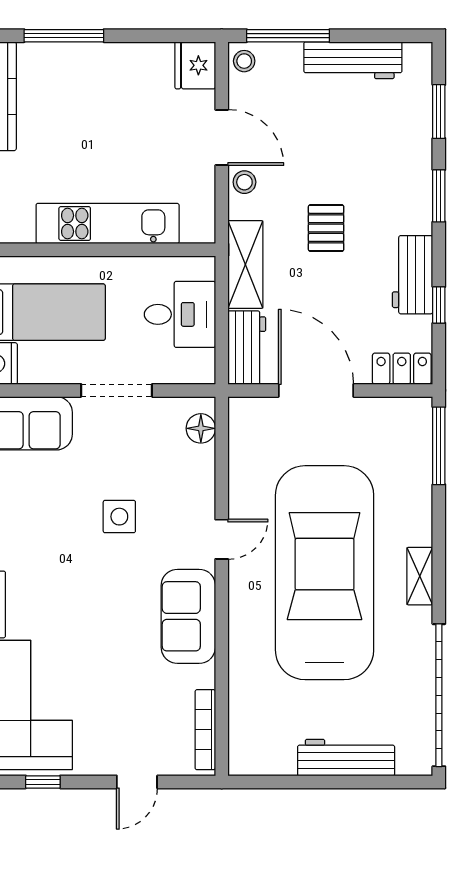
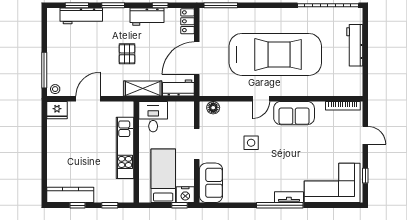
window: (64, 36) -> (44, 167), removed
workbench: (353, 60) -> (81, 16), moved, turned 90
stool: (244, 182) -> (107, 89), removed
pallet: (326, 228) -> (127, 54), turned 90
desk: (180, 314) -> (153, 117), moved
door: (222, 539) -> (261, 99), swing flipped
car: (325, 573) -> (275, 54), turned 180
shelving: (420, 576) -> (277, 14), removed

